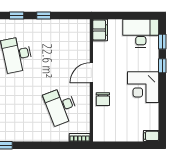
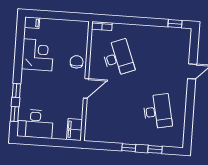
corner desk: (143, 87) -> (38, 55), moved

